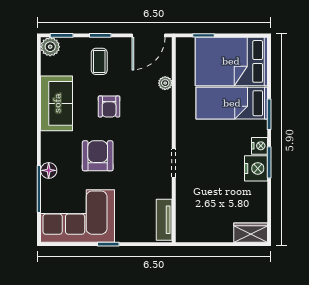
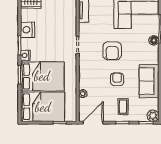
bed: (232, 103) -> (42, 76), width x1.50
armchair: (98, 156) -> (112, 51), moved
nightstand: (256, 168) -> (28, 30), moved

